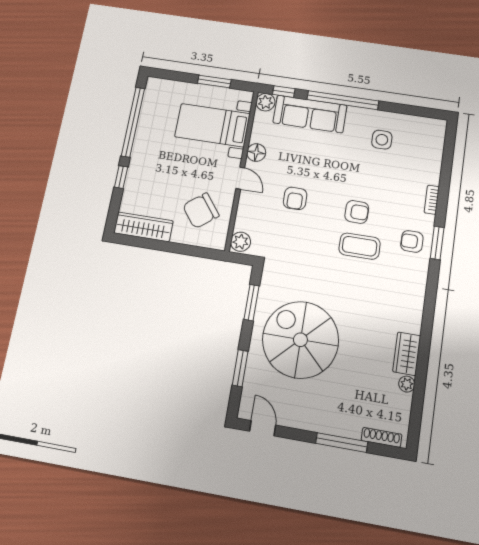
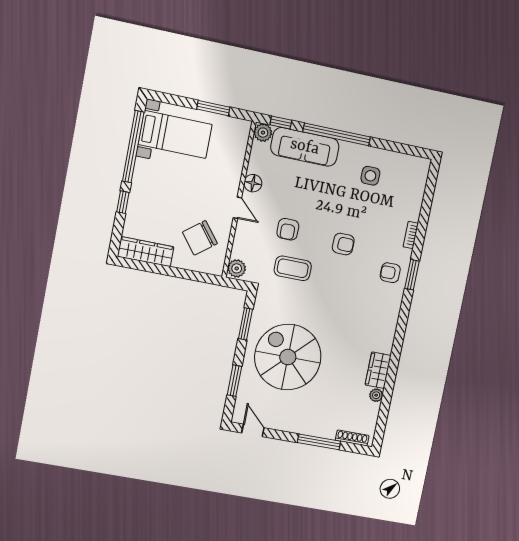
bed with nightstands: (212, 125) -> (175, 134), moved, turned 180
coffee table: (360, 246) -> (293, 268), moved

